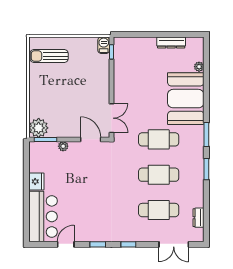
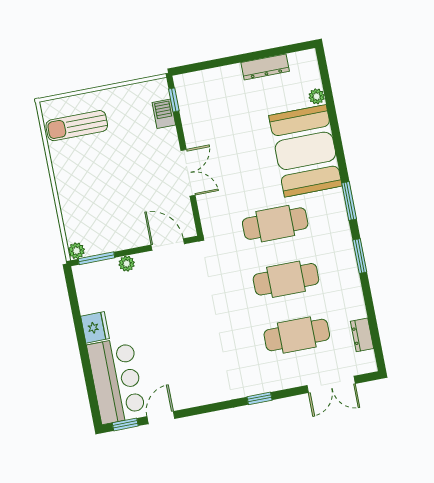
barbecue: (104, 45) -> (164, 114), moved
double door: (111, 118) -> (188, 173), moved
plant: (39, 128) -> (76, 251), width x0.53, depth x0.53
window: (98, 244) -> (125, 424), moved

